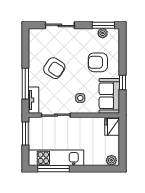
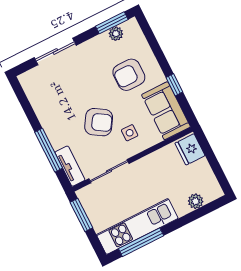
armchair: (54, 68) -> (99, 122), moved
plant: (111, 160) -> (196, 201), moved

